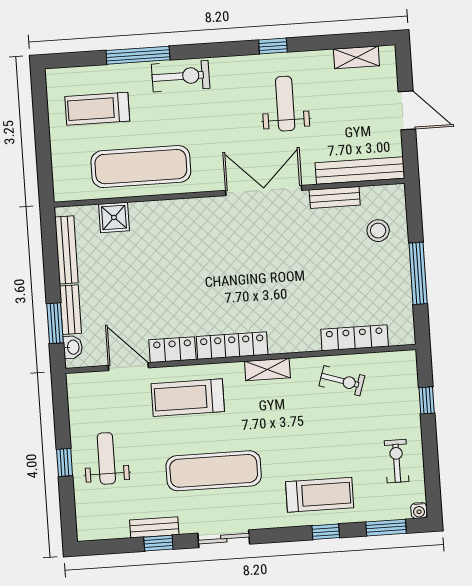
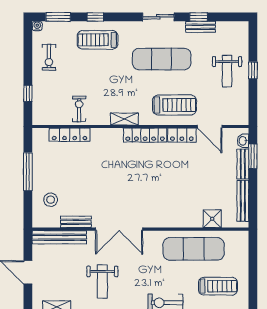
exercise bike: (342, 381) -> (79, 109), turned 72

